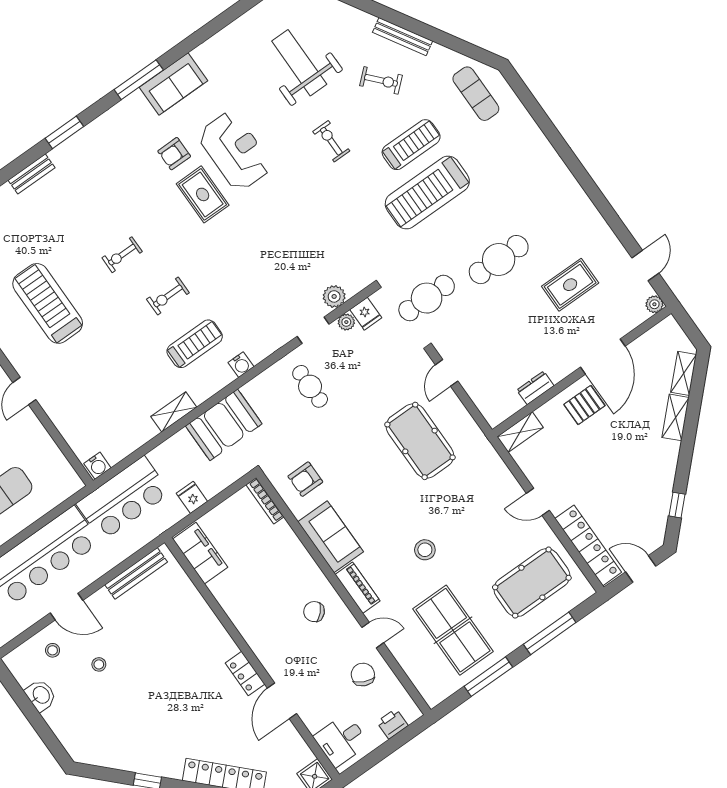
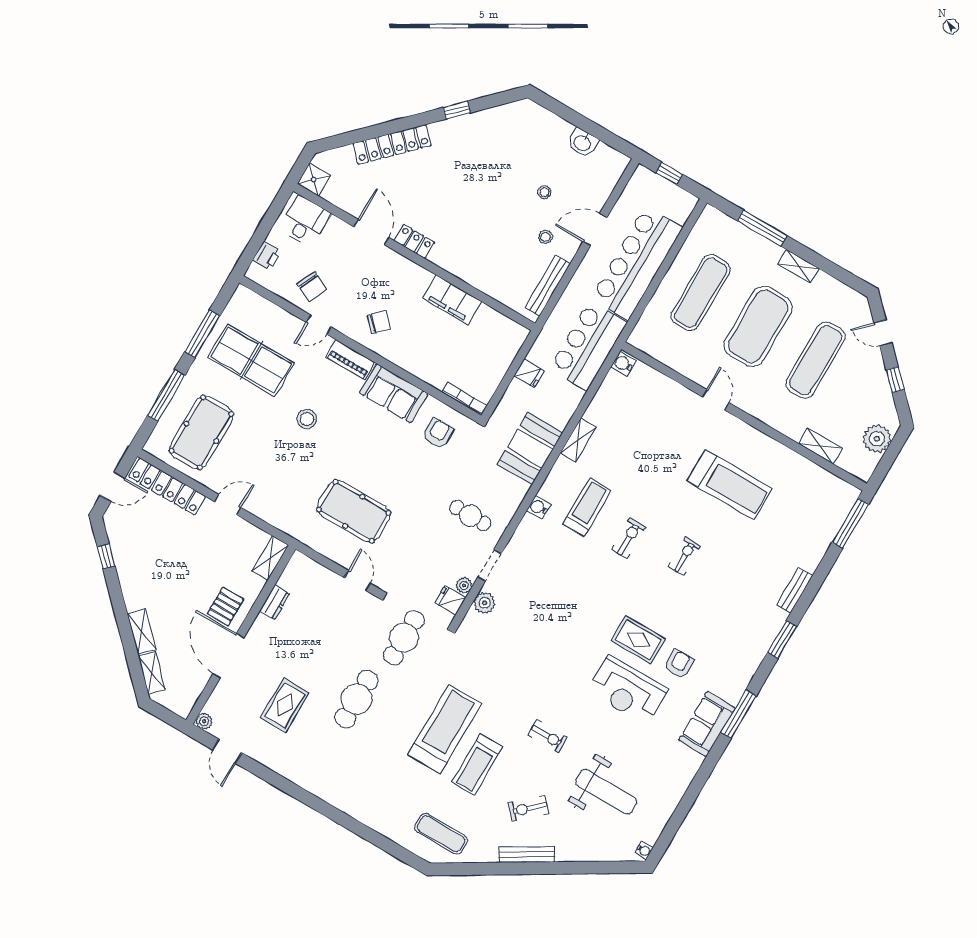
treadmill: (195, 344) -> (587, 507), turned 180
filing cabinet: (200, 553) -> (452, 300), moved
stool: (53, 650) -> (546, 237), moved

